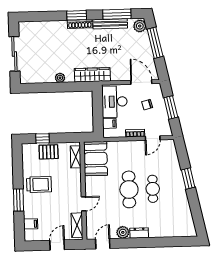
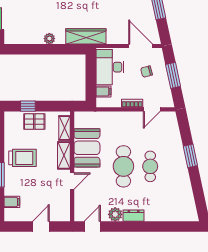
booth: (96, 159) -> (87, 148), moved
shelving: (77, 225) -> (64, 155), moved

